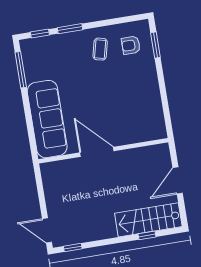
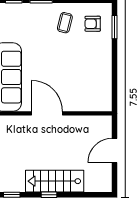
stairs: (148, 220) -> (55, 181), moved
window: (147, 235) -> (49, 195), moved

